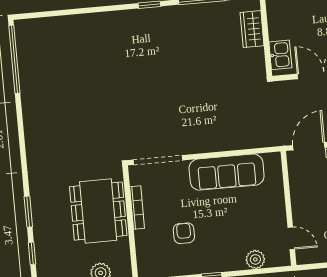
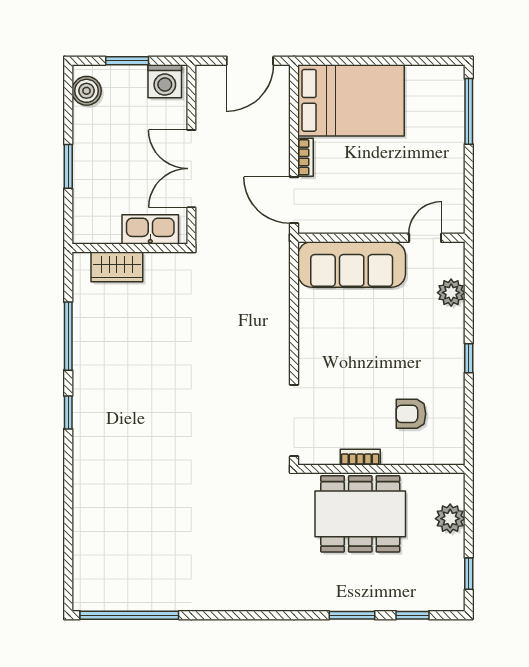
kitchen sink: (280, 55) -> (150, 229), width x1.38
sofa: (227, 172) -> (352, 265), moved, turned 90
bookcase: (137, 207) -> (360, 457), width x0.64
armchair: (184, 233) -> (411, 414), moved

